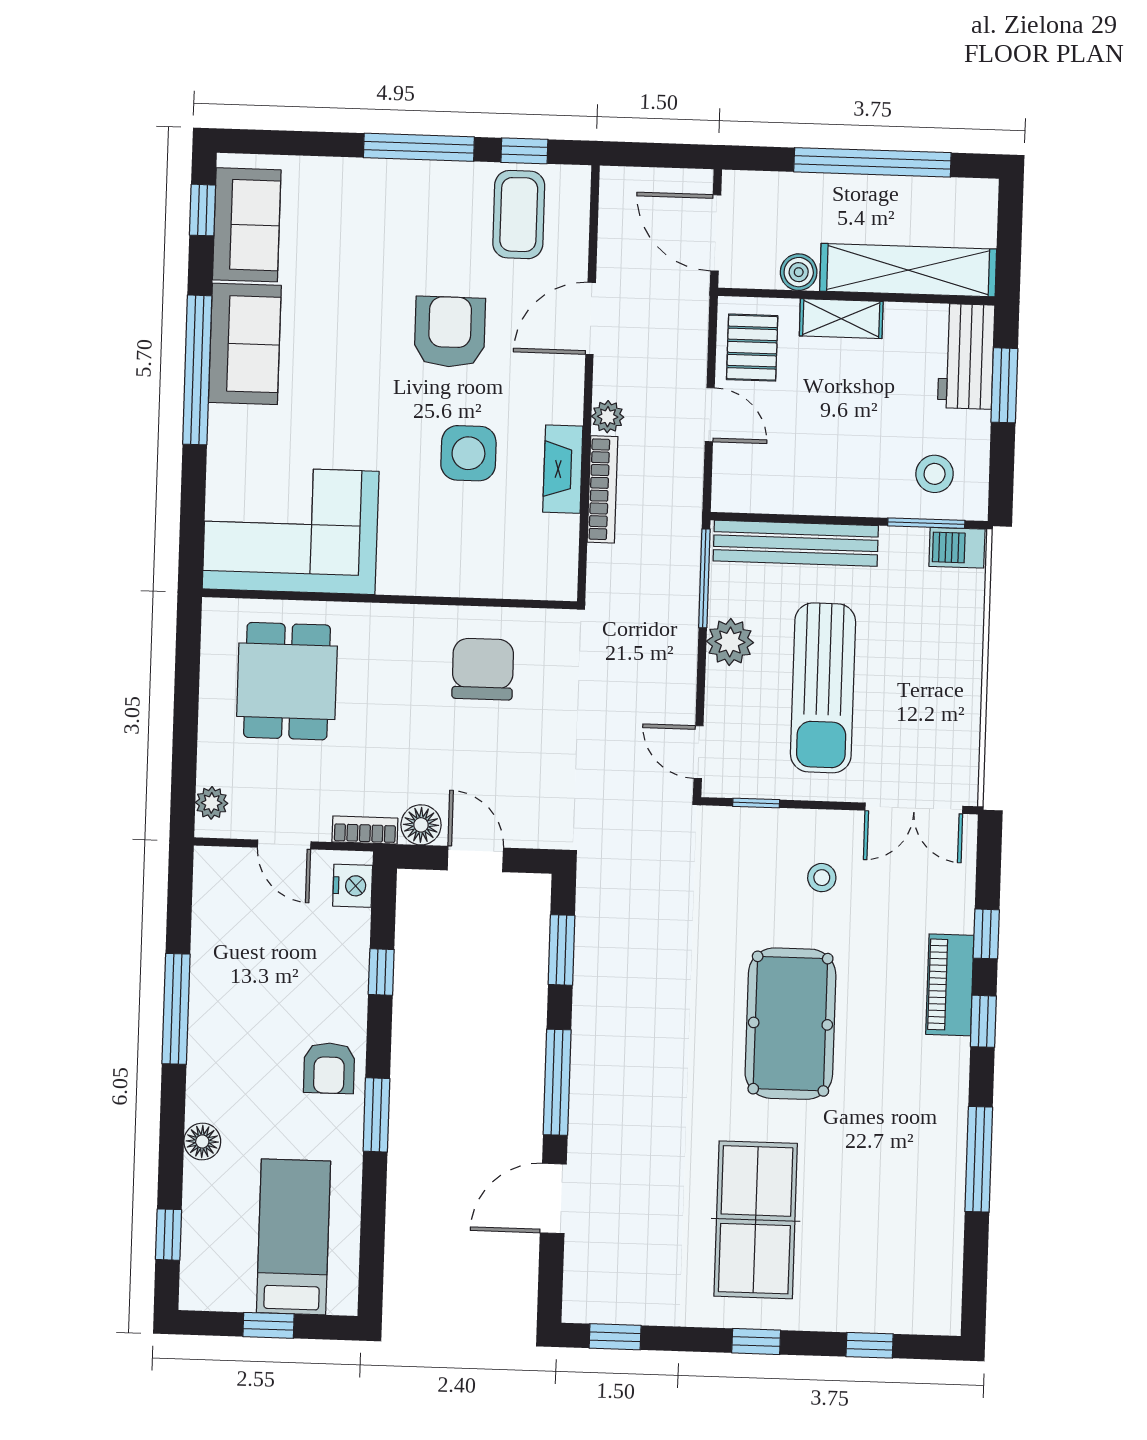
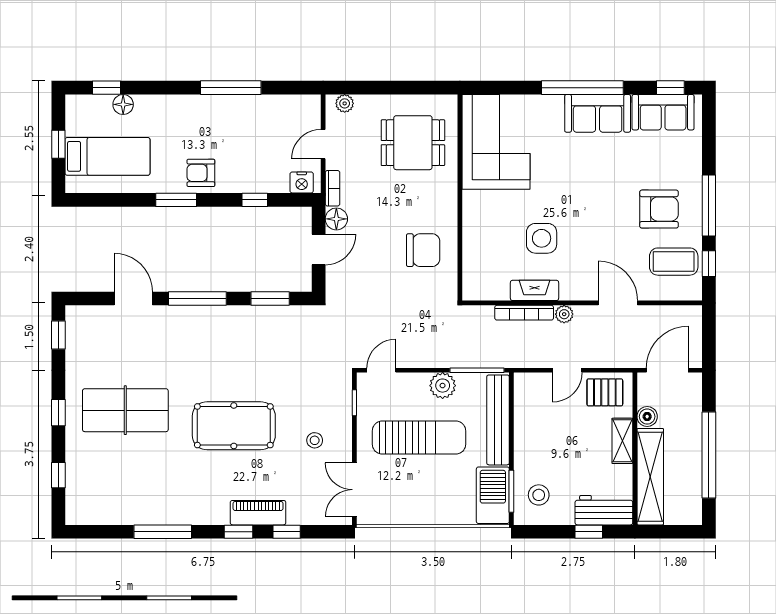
armchair: (450, 332) -> (659, 209), moved
window: (1004, 385) -> (589, 532), width x0.67
barbecue: (957, 548) -> (493, 495), width x1.88, depth x1.53
sun lounger: (823, 688) -> (419, 438), turned 180
floor lamp: (202, 1141) -> (123, 104), moved

